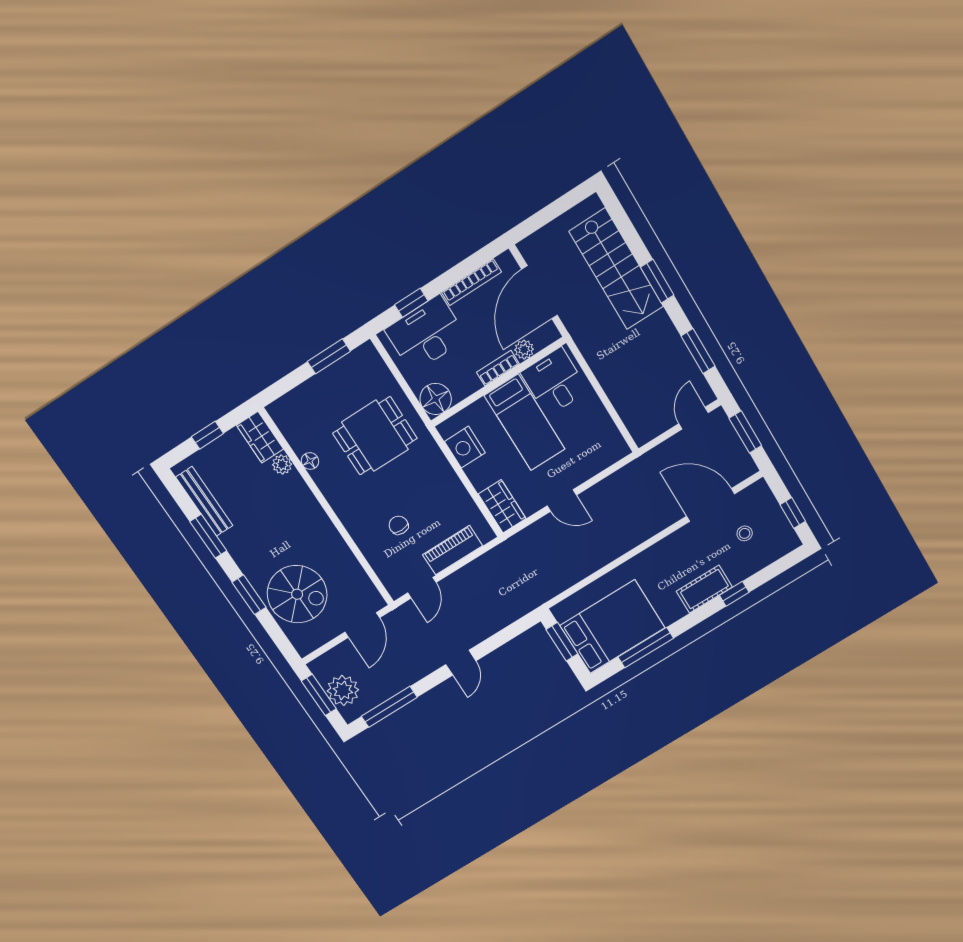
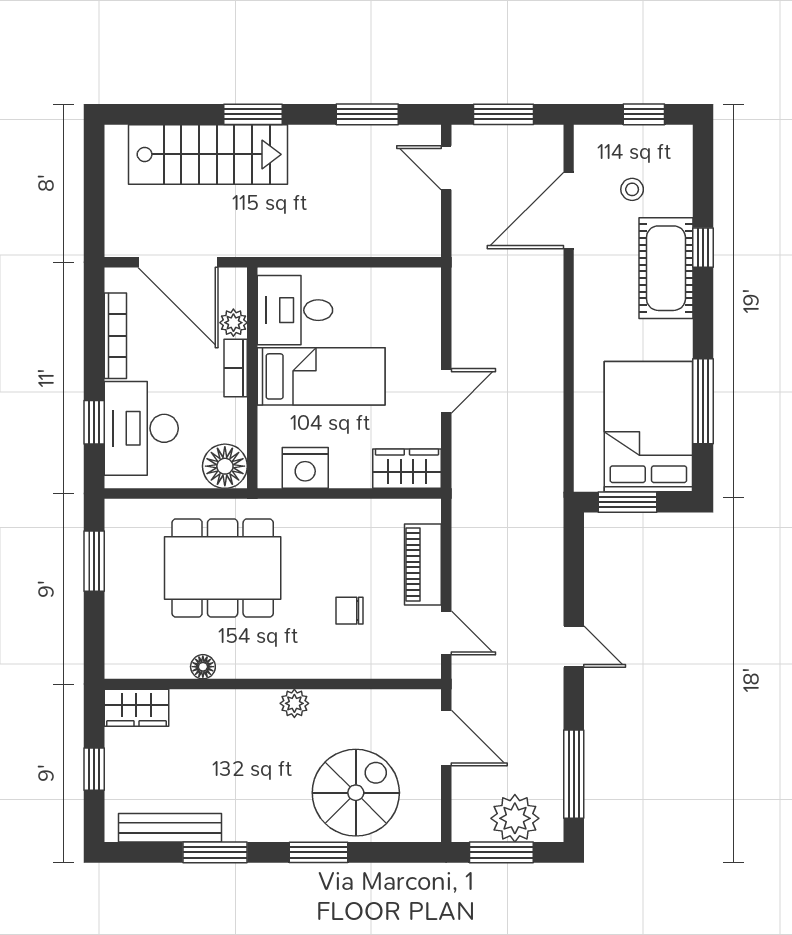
dining table: (375, 436) -> (223, 568), width x1.37
plant: (282, 464) -> (294, 703), moved
cot: (704, 589) -> (666, 268), width x1.37, depth x1.34

